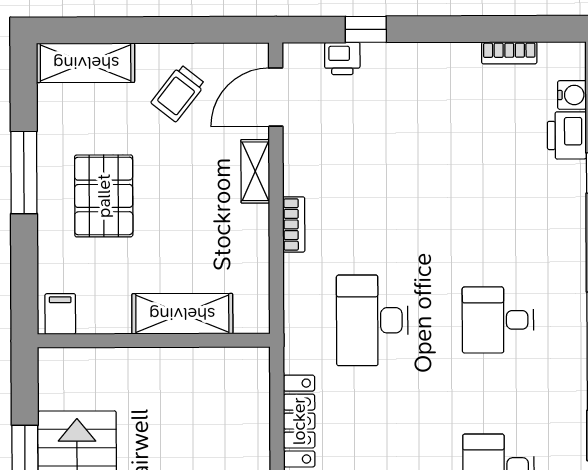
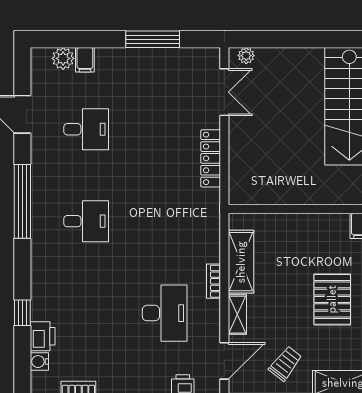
shelving: (182, 314) -> (241, 262), moved, turned 90
desk: (372, 320) -> (165, 313), moved

